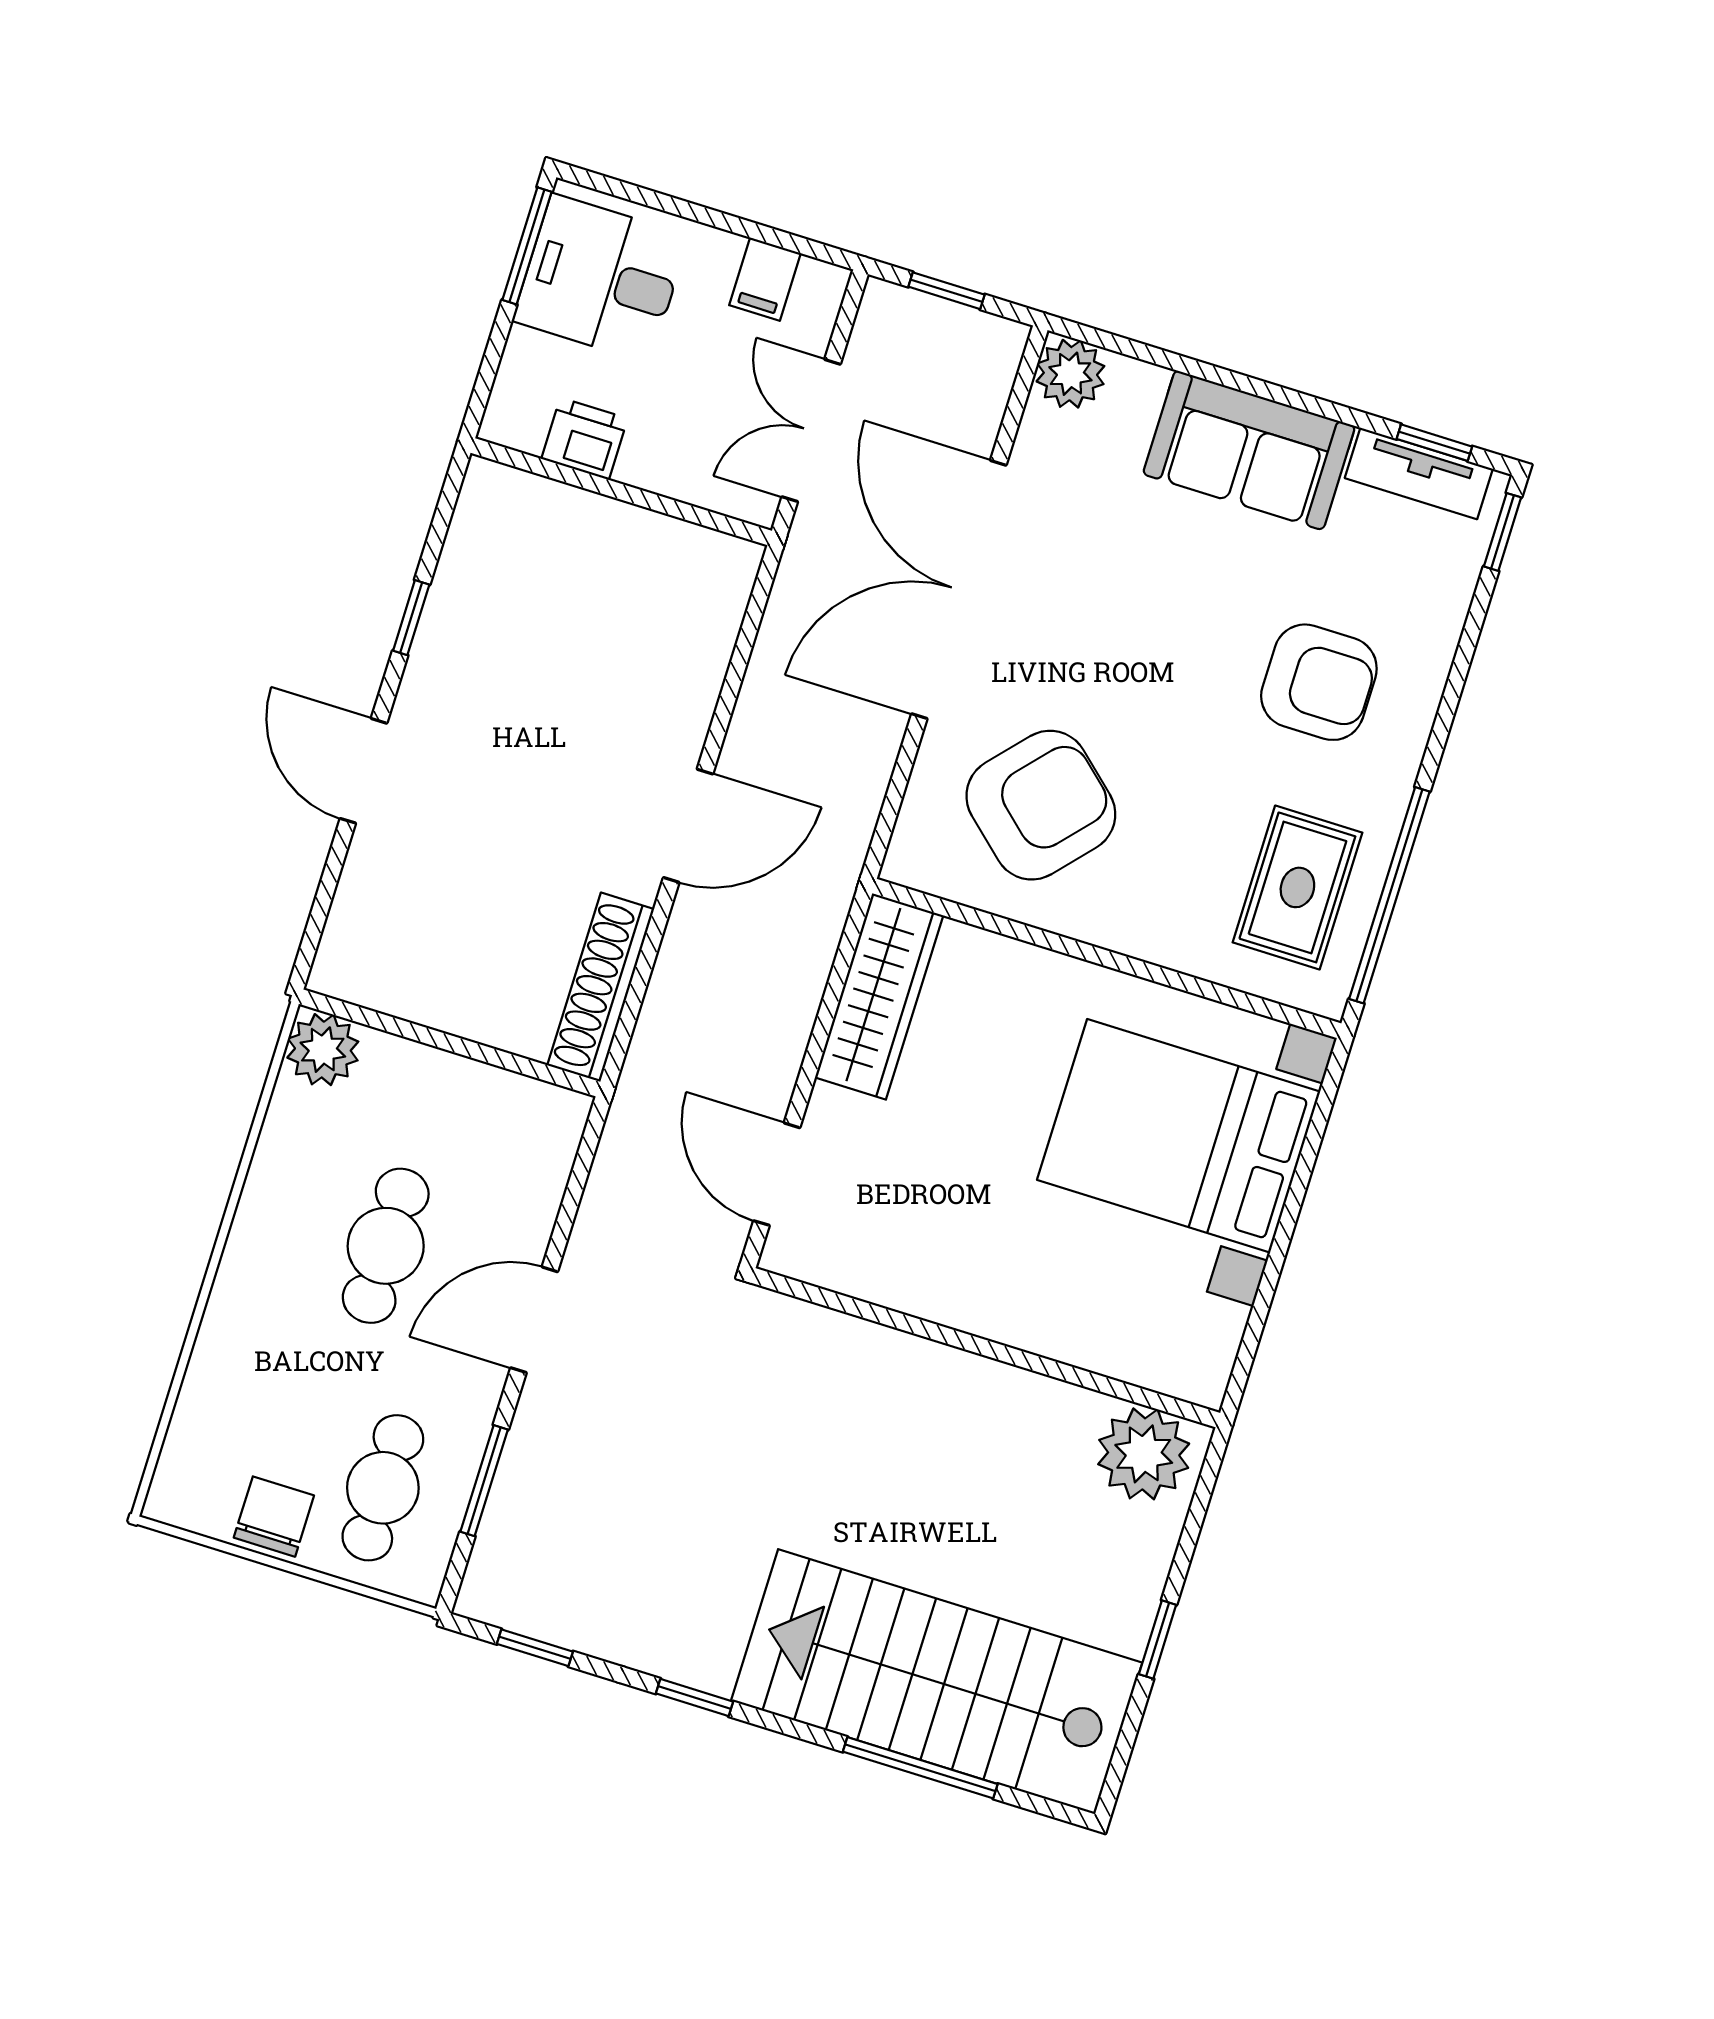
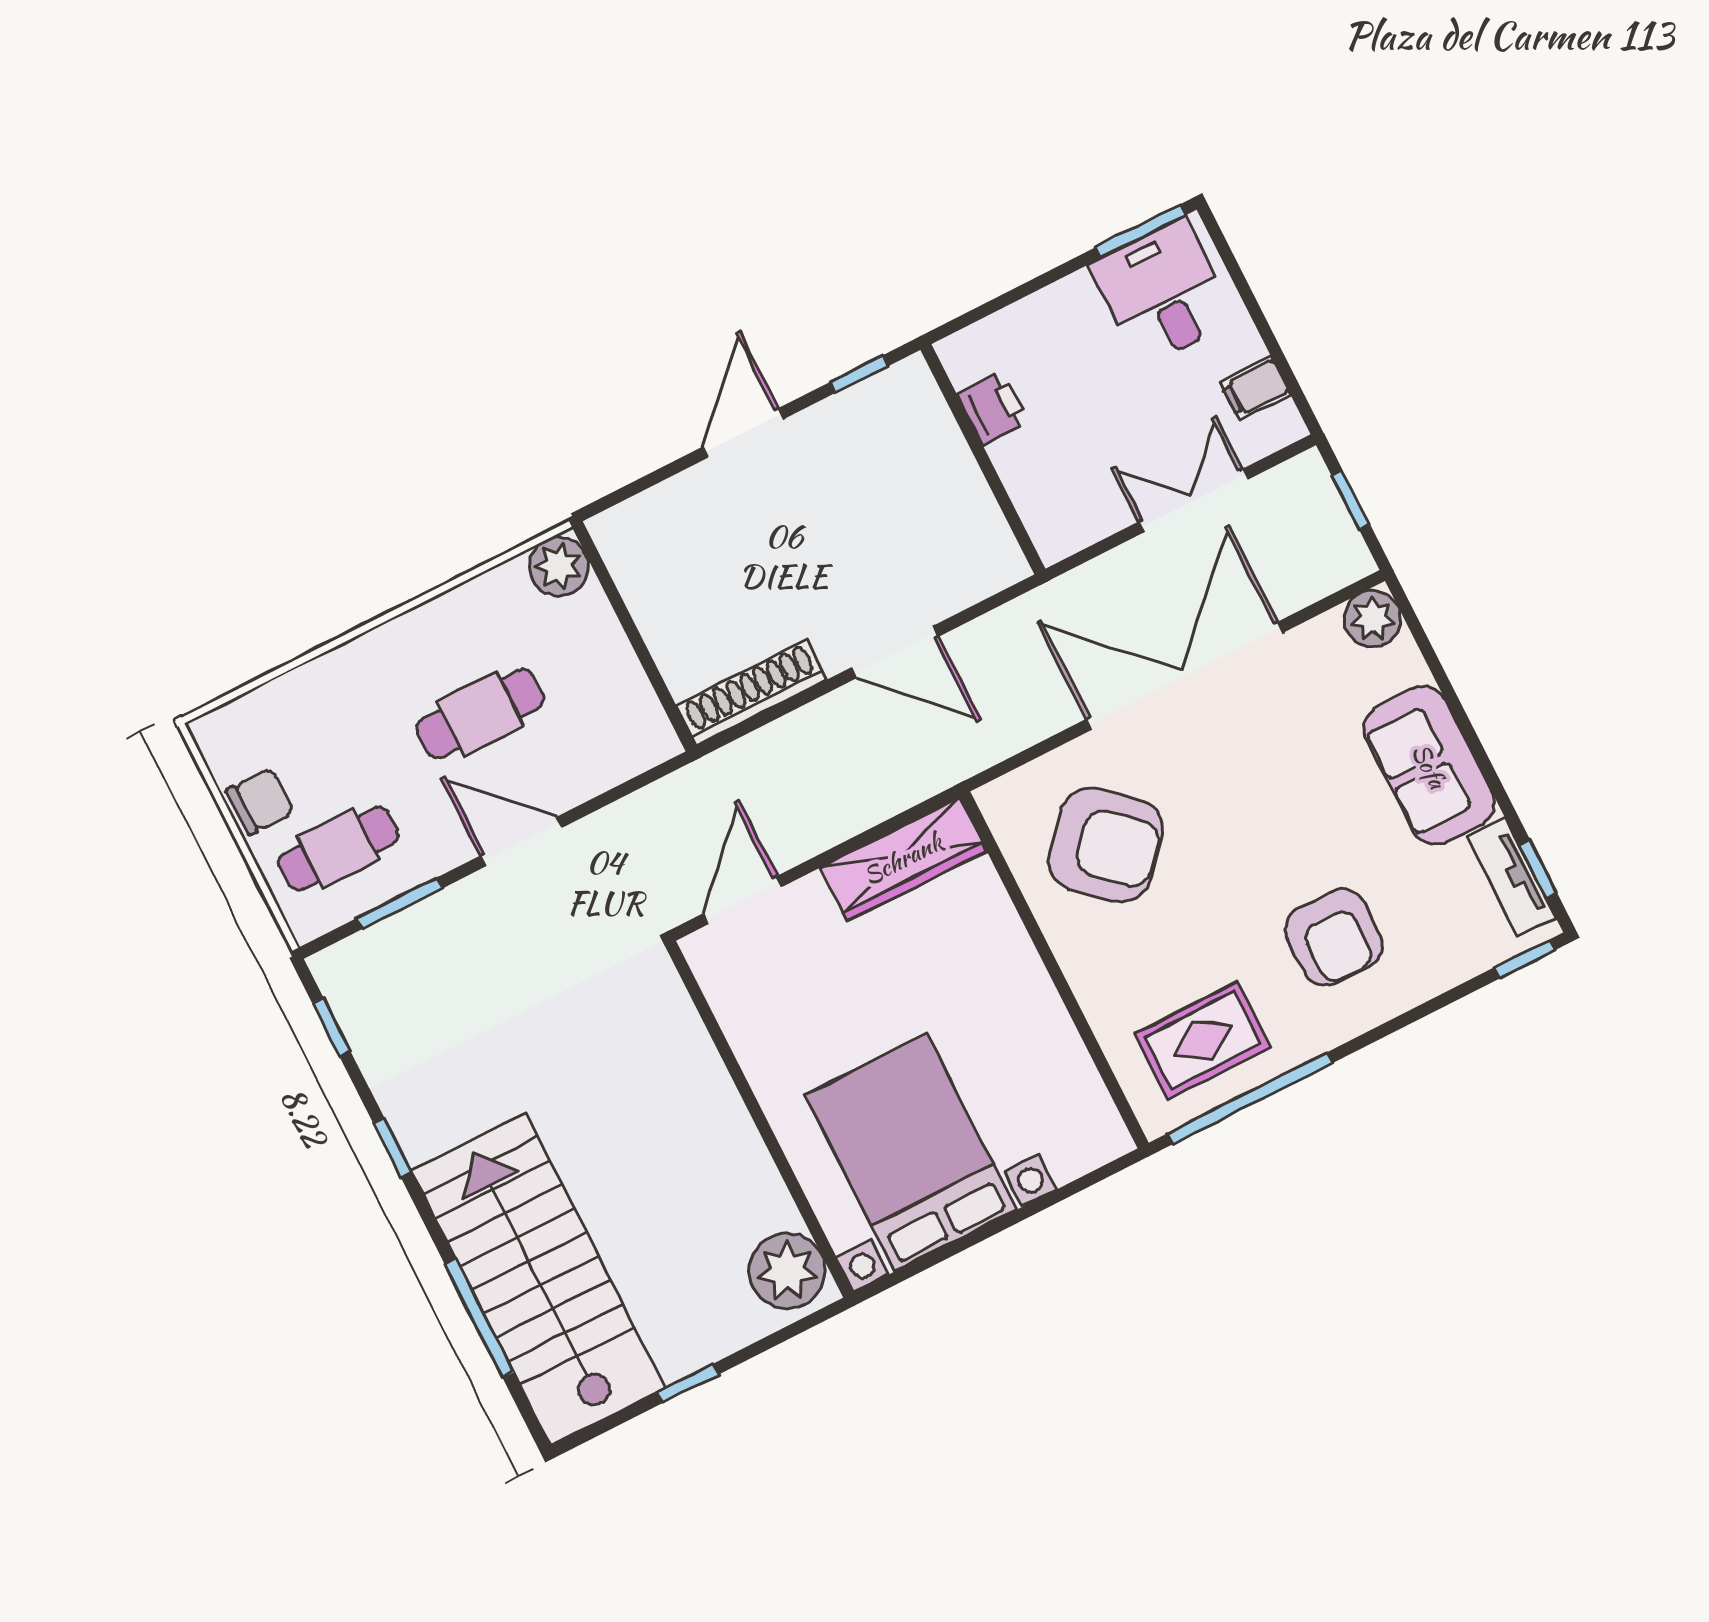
printer: (584, 439) -> (993, 408), moved
wall: (621, 492) -> (983, 459), moved
bed with nightstands: (1179, 1136) -> (911, 1153), moved

